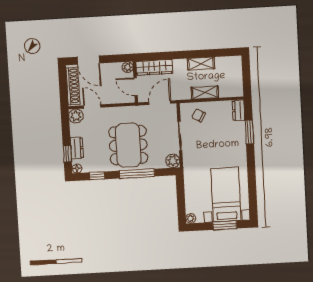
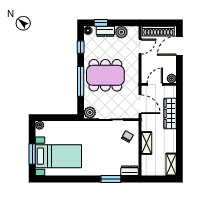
shelving: (201, 64) -> (171, 164), moved
wardrobe: (154, 67) -> (170, 113), moved
plant: (76, 116) -> (121, 32), moved

